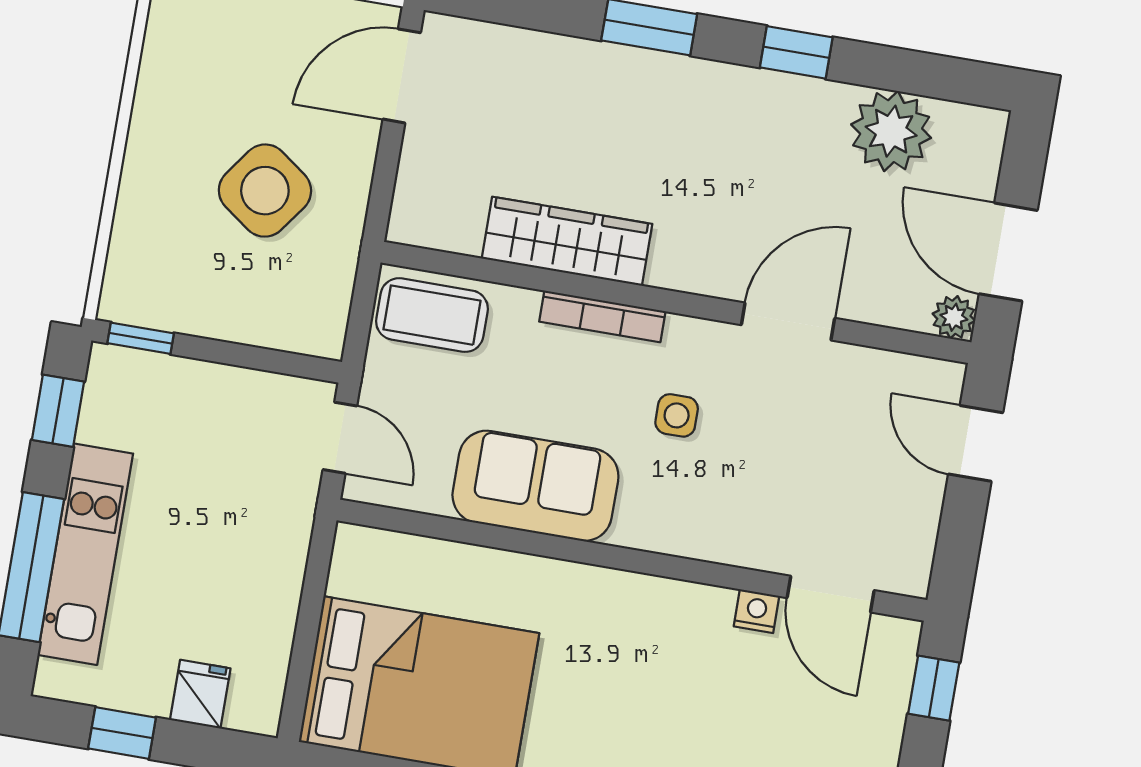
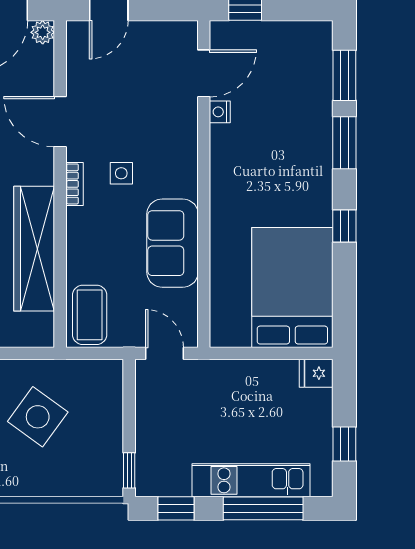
wardrobe: (567, 241) -> (34, 249), width x1.40, depth x1.17
bookcase: (602, 316) -> (75, 184), moved, width x0.64
door: (340, 438) -> (165, 353), hinge flipped
fridge: (200, 694) -> (316, 373), moved

